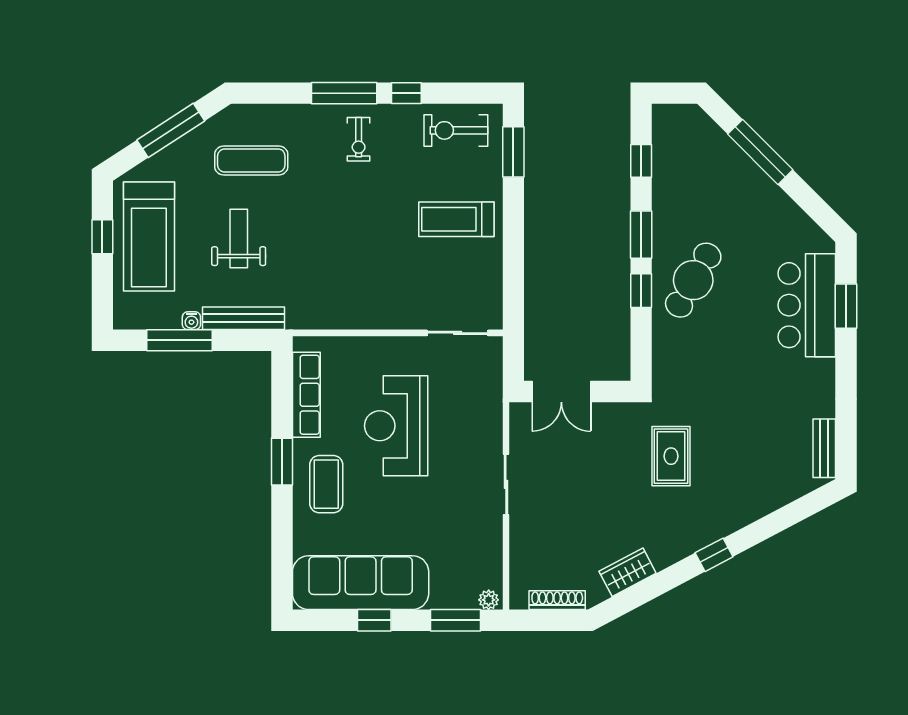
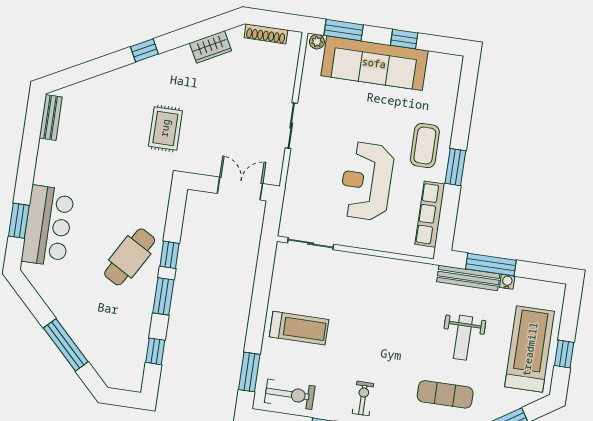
window: (179, 340) -> (491, 265), moved
reception desk: (396, 426) -> (367, 181), turned 180
sofa: (361, 583) -> (374, 63), moved

